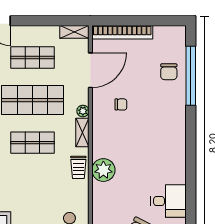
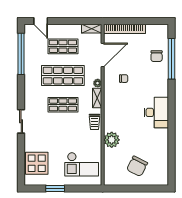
plant: (103, 170) -> (112, 140), moved
desk: (168, 201) -> (156, 112), moved, width x1.37

